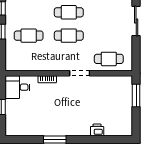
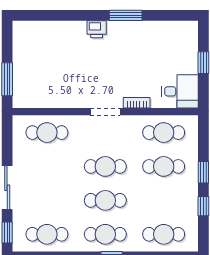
cafe table: (29, 59) -> (164, 133), added
doorway: (80, 73) -> (105, 112), moved
printer: (97, 130) -> (97, 29), moved

